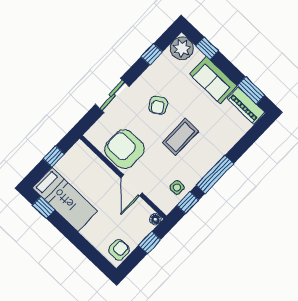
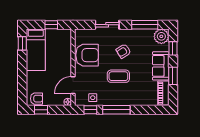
window: (152, 54) -> (145, 25), width x2.17
window: (251, 90) -> (173, 76), moved
armchair: (124, 149) -> (87, 55), turned 90
door: (132, 185) -> (73, 85), moved
window: (150, 242) -> (41, 110), moved

